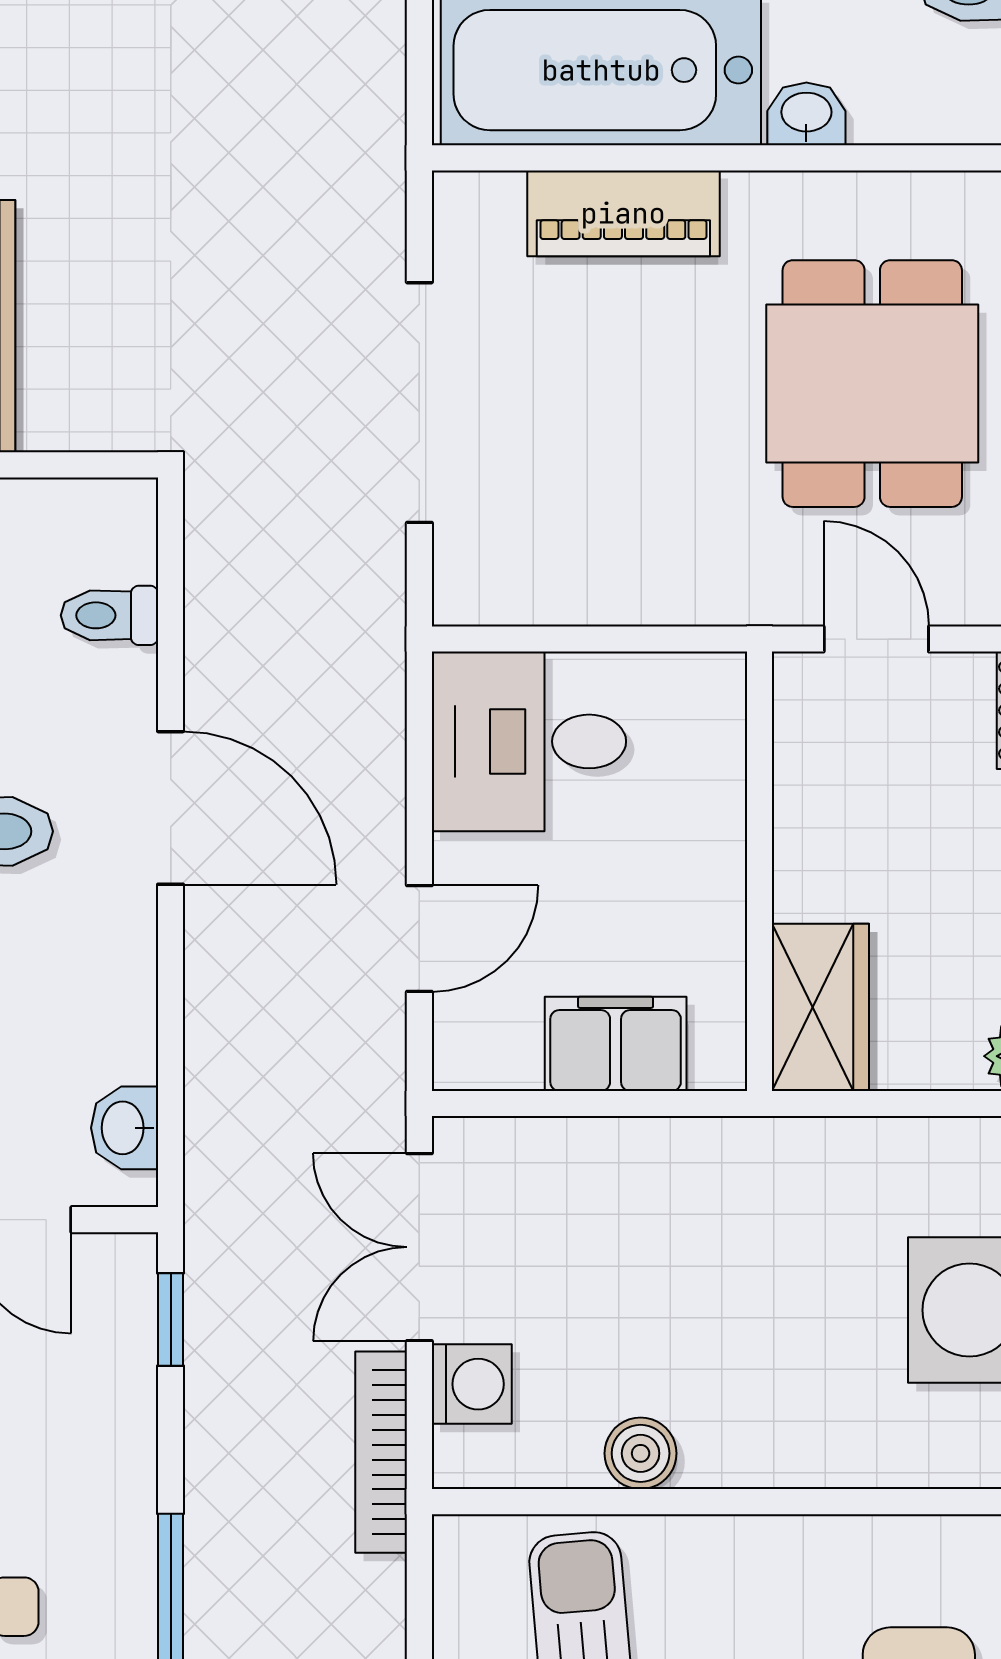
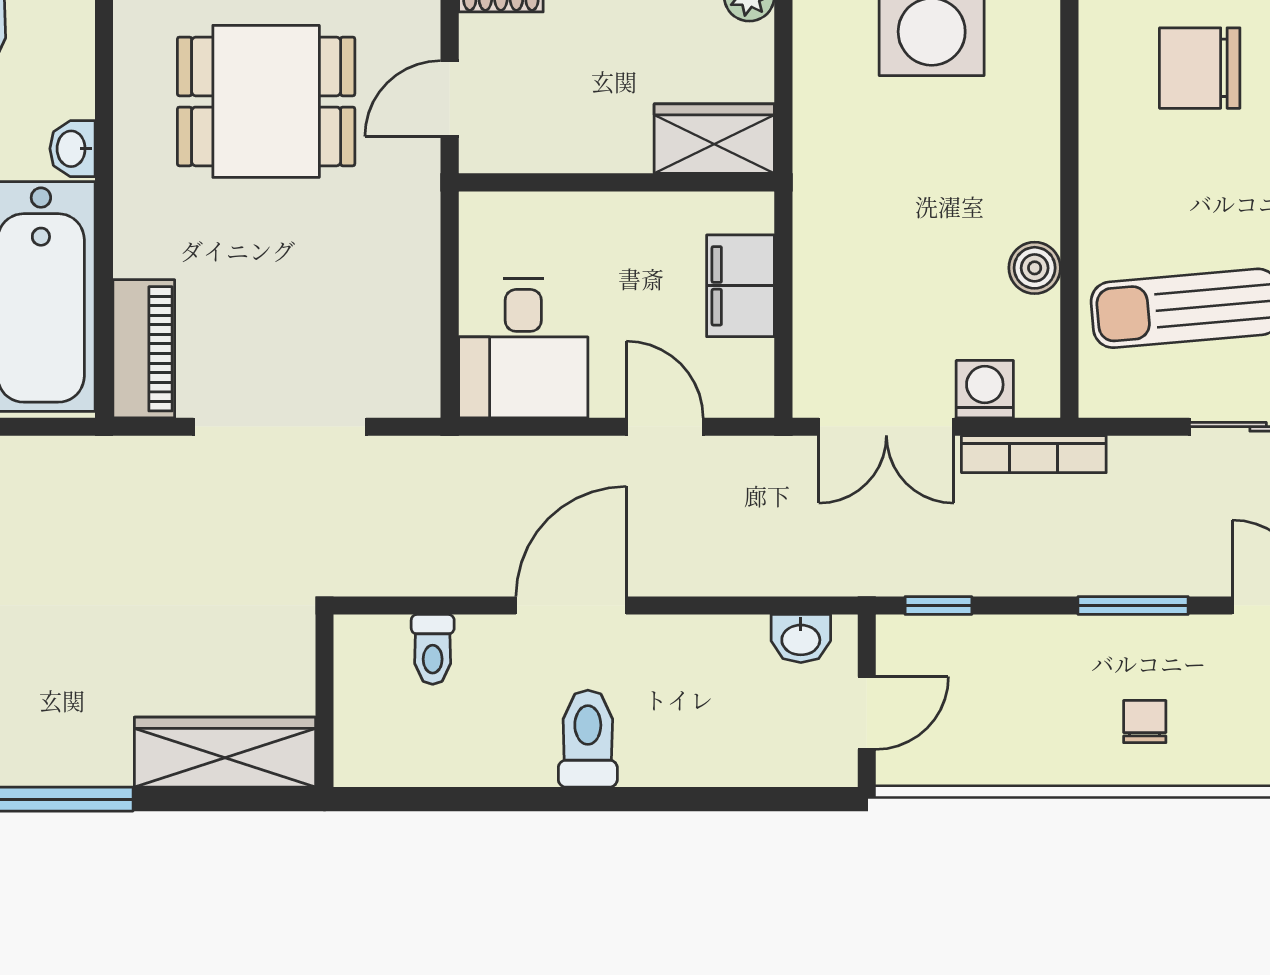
piano: (623, 213) -> (144, 349), moved

